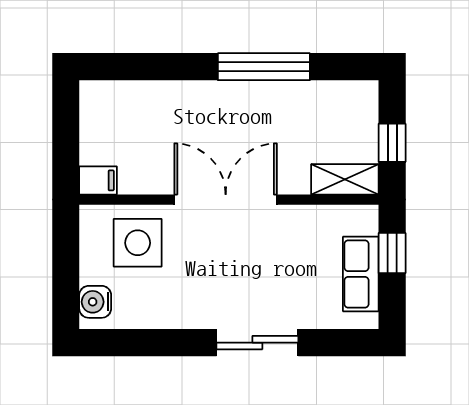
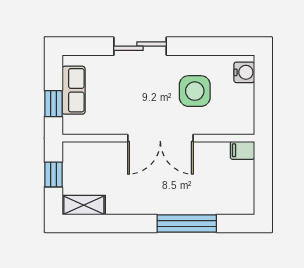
window: (264, 67) -> (187, 223), moved
shelving: (345, 179) -> (84, 205), moved
side table: (138, 243) -> (195, 91), moved

